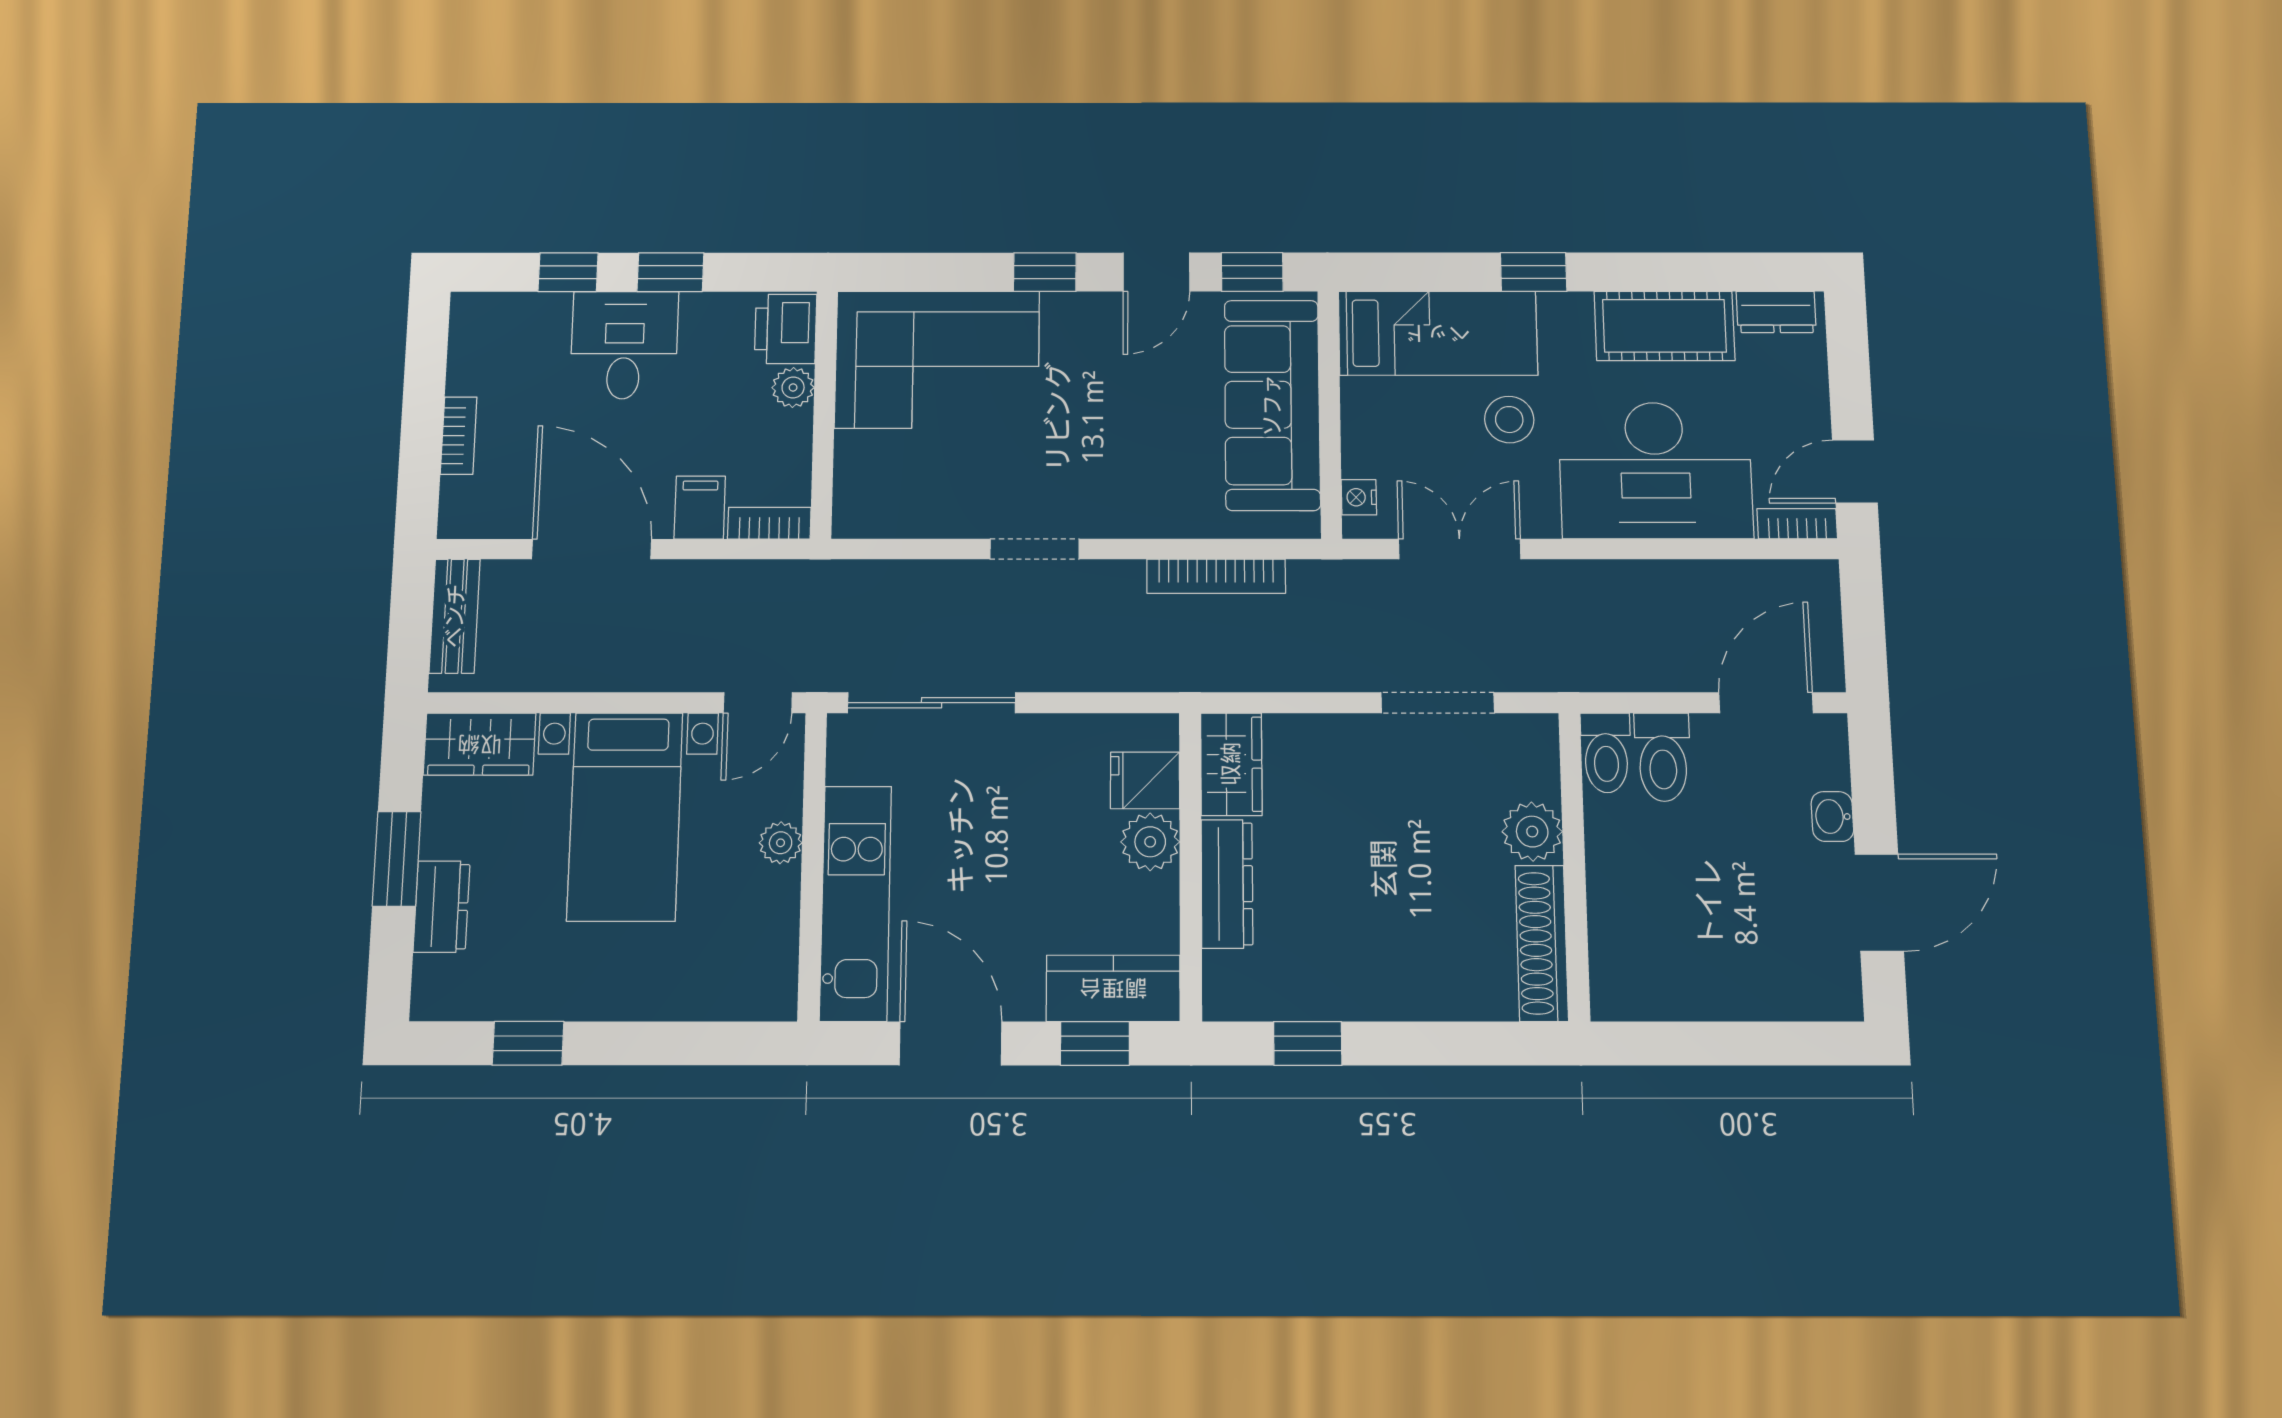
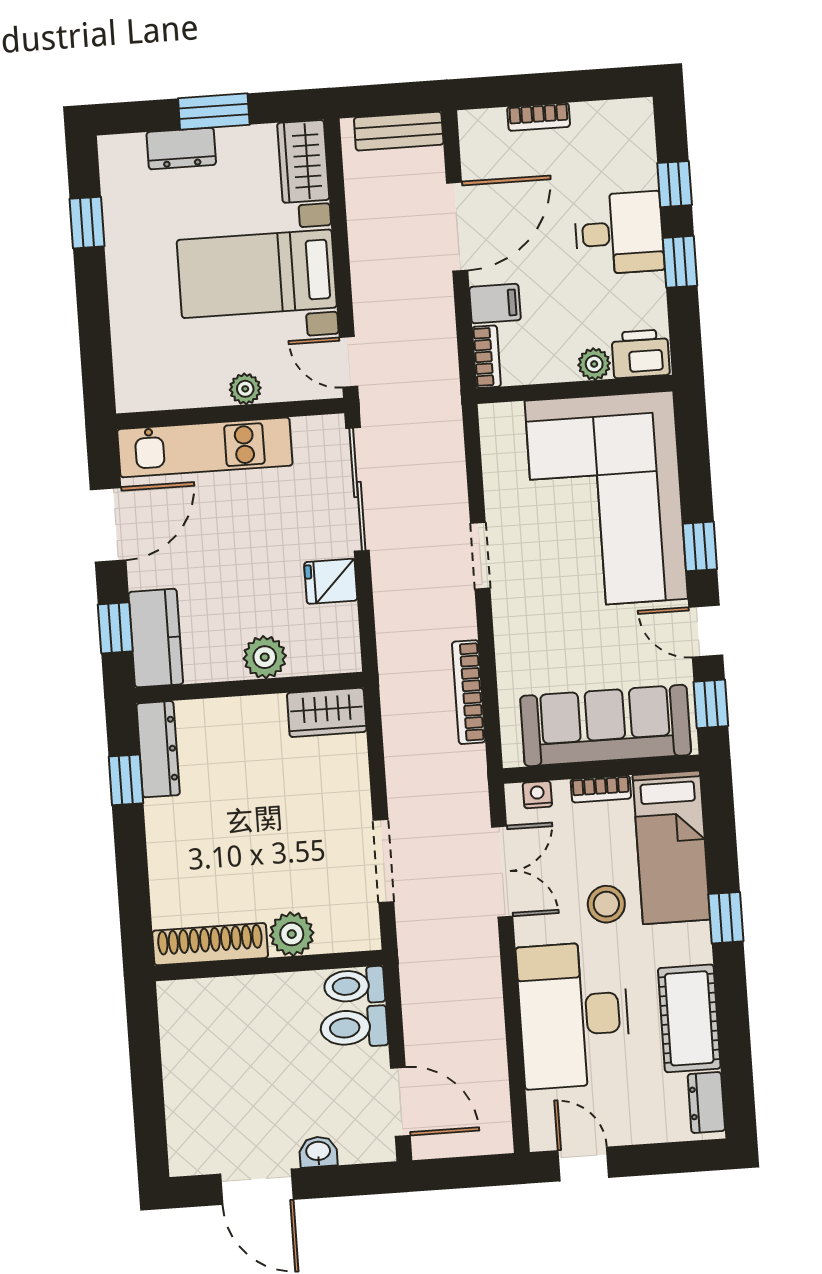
corner sofa: (937, 360) -> (606, 500), width x1.36, depth x1.36
bookcase: (1797, 524) -> (601, 789), moved, turned 90
fridge: (1145, 780) -> (331, 581), moved, turned -90
dresser: (1227, 884) -> (158, 749), moved, turned -90

